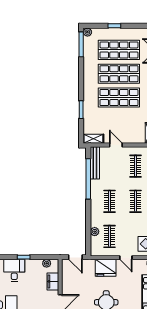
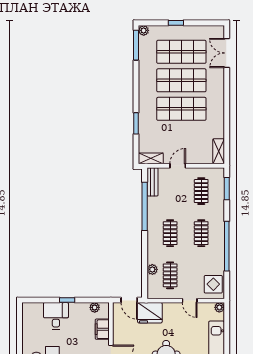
door: (116, 145) -> (178, 166), hinge flipped
bench: (95, 163) -> (153, 182), width x0.73
fridge: (106, 268) -> (150, 313), moved

